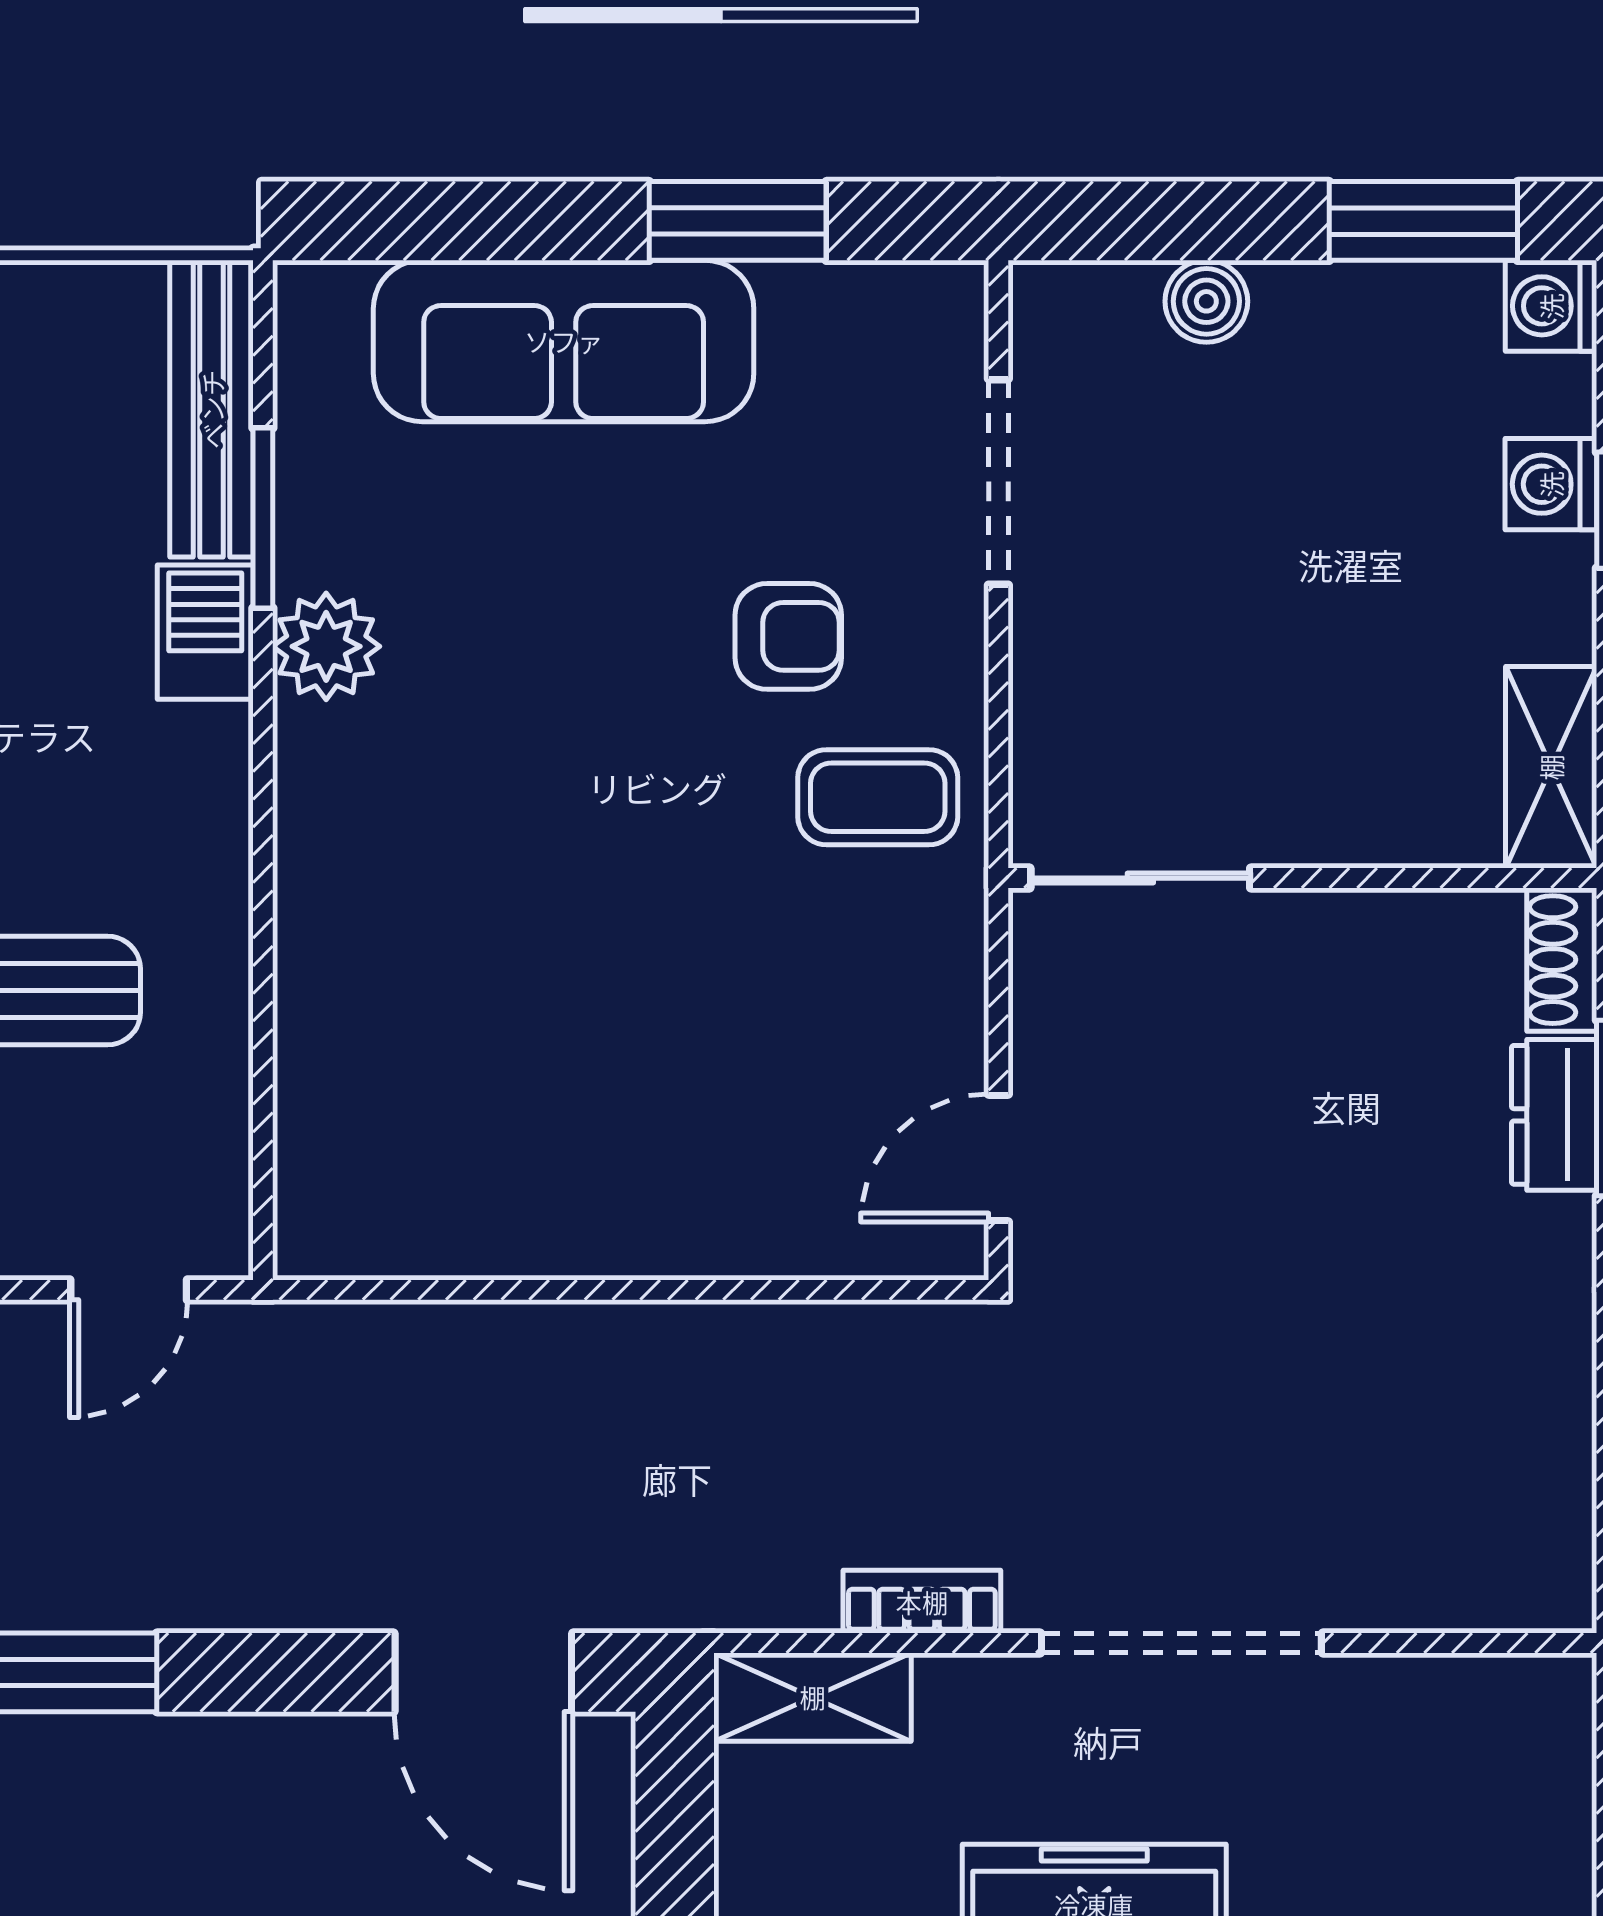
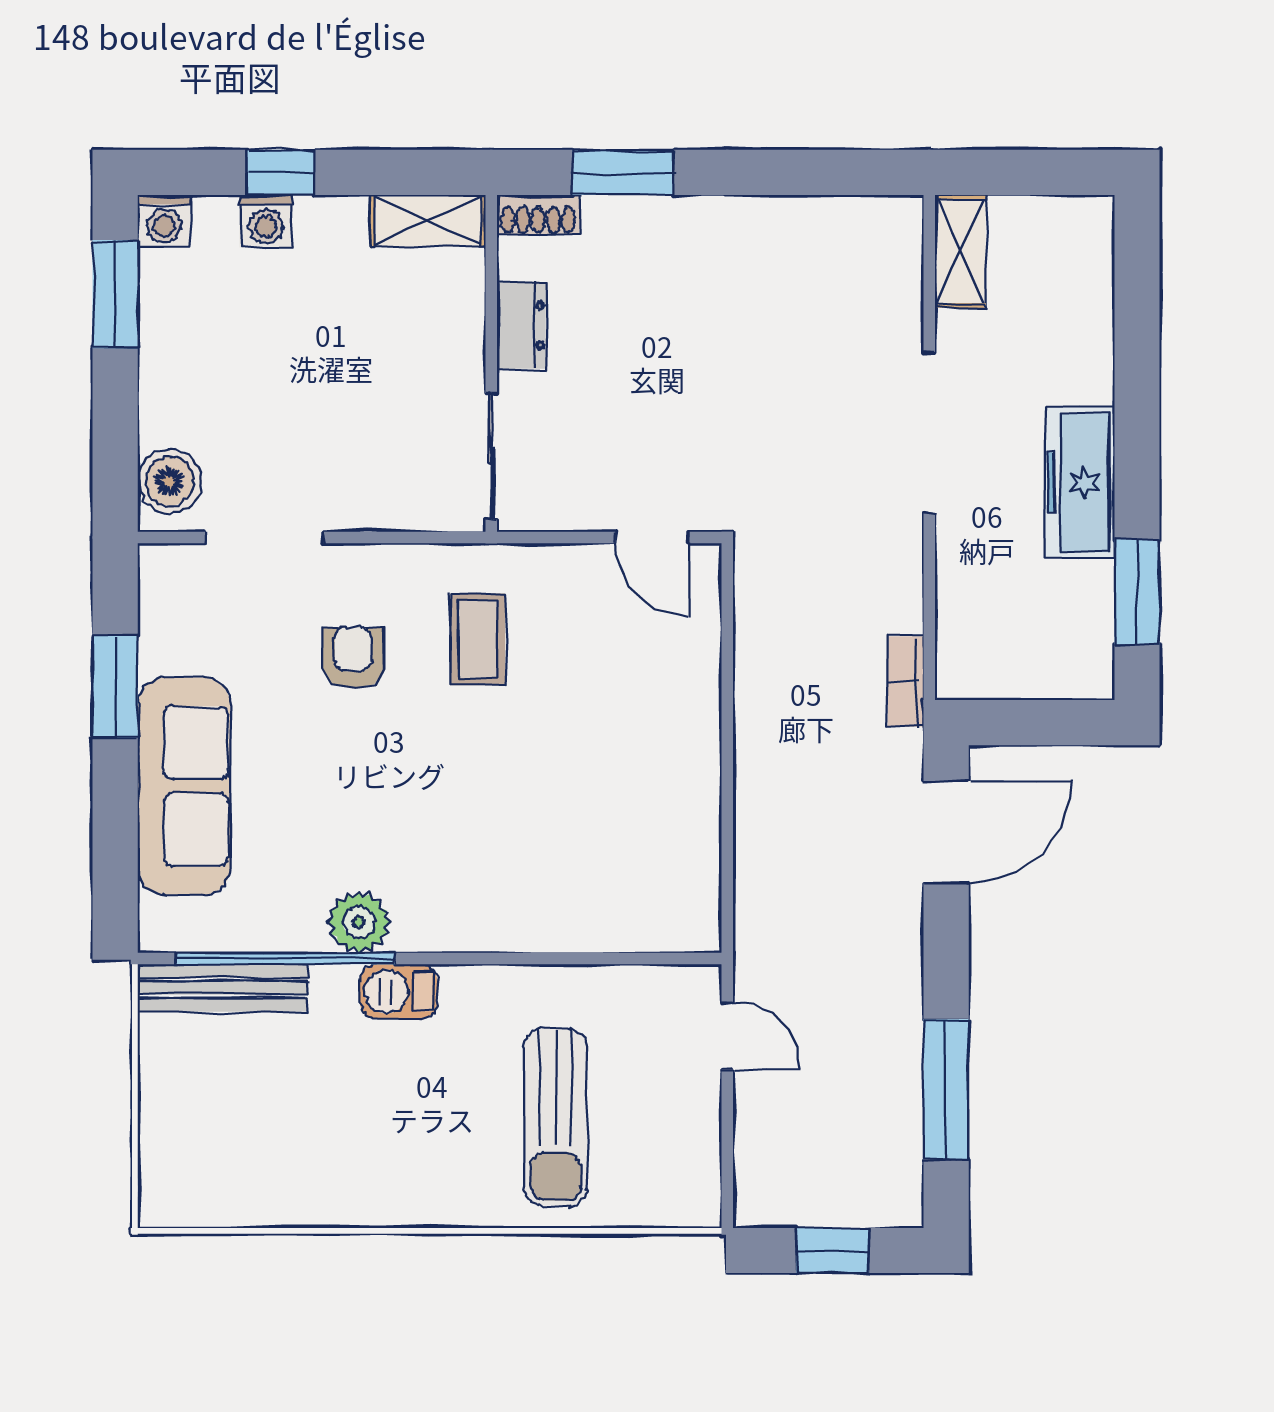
boiler: (1206, 301) -> (170, 481), moved, width x1.36, depth x1.36
window: (263, 518) -> (285, 959), width x2.11
barbecue: (205, 632) -> (398, 991), moved
coffee table: (878, 797) -> (478, 639), moved
dresser: (1554, 1115) -> (521, 325), moved, turned -90
bookcase: (922, 1602) -> (906, 682), moved
shelving: (813, 1697) -> (960, 251), moved

